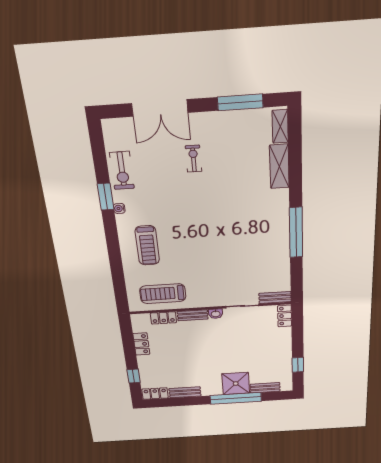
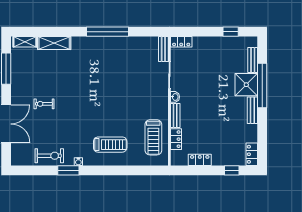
bench: (185, 392) -> (252, 110), moved

